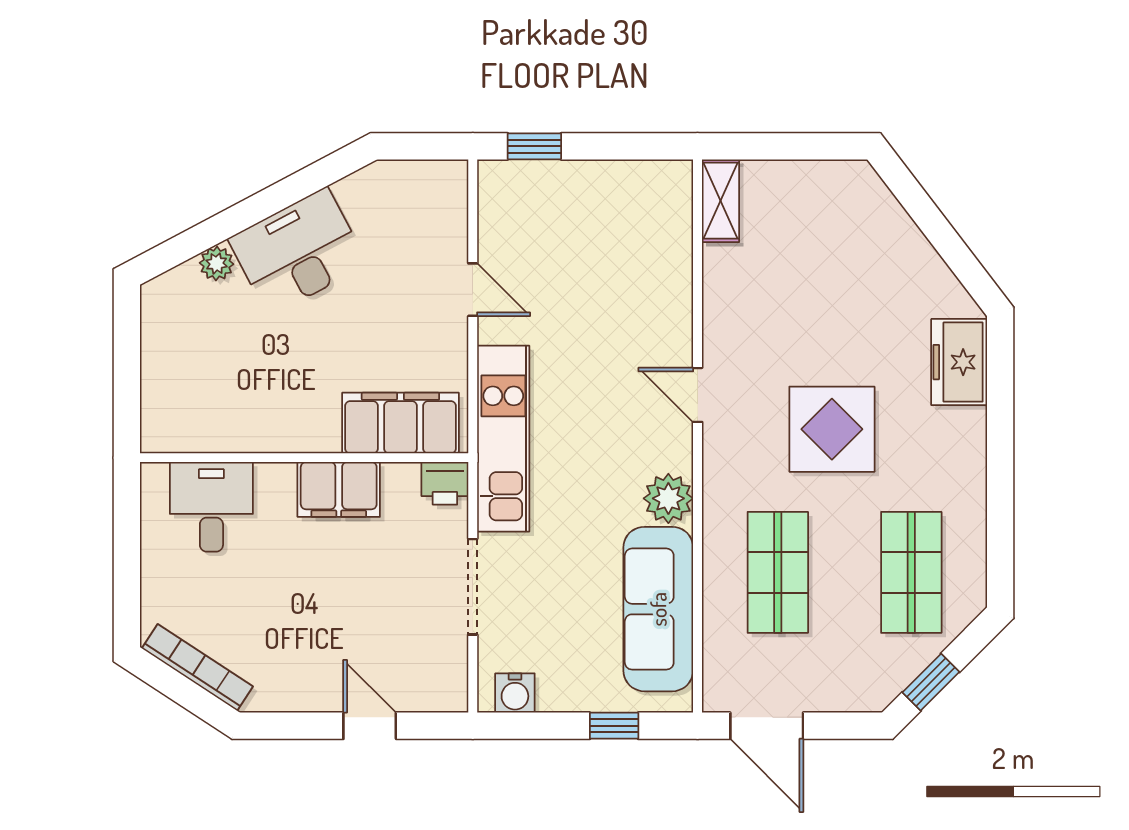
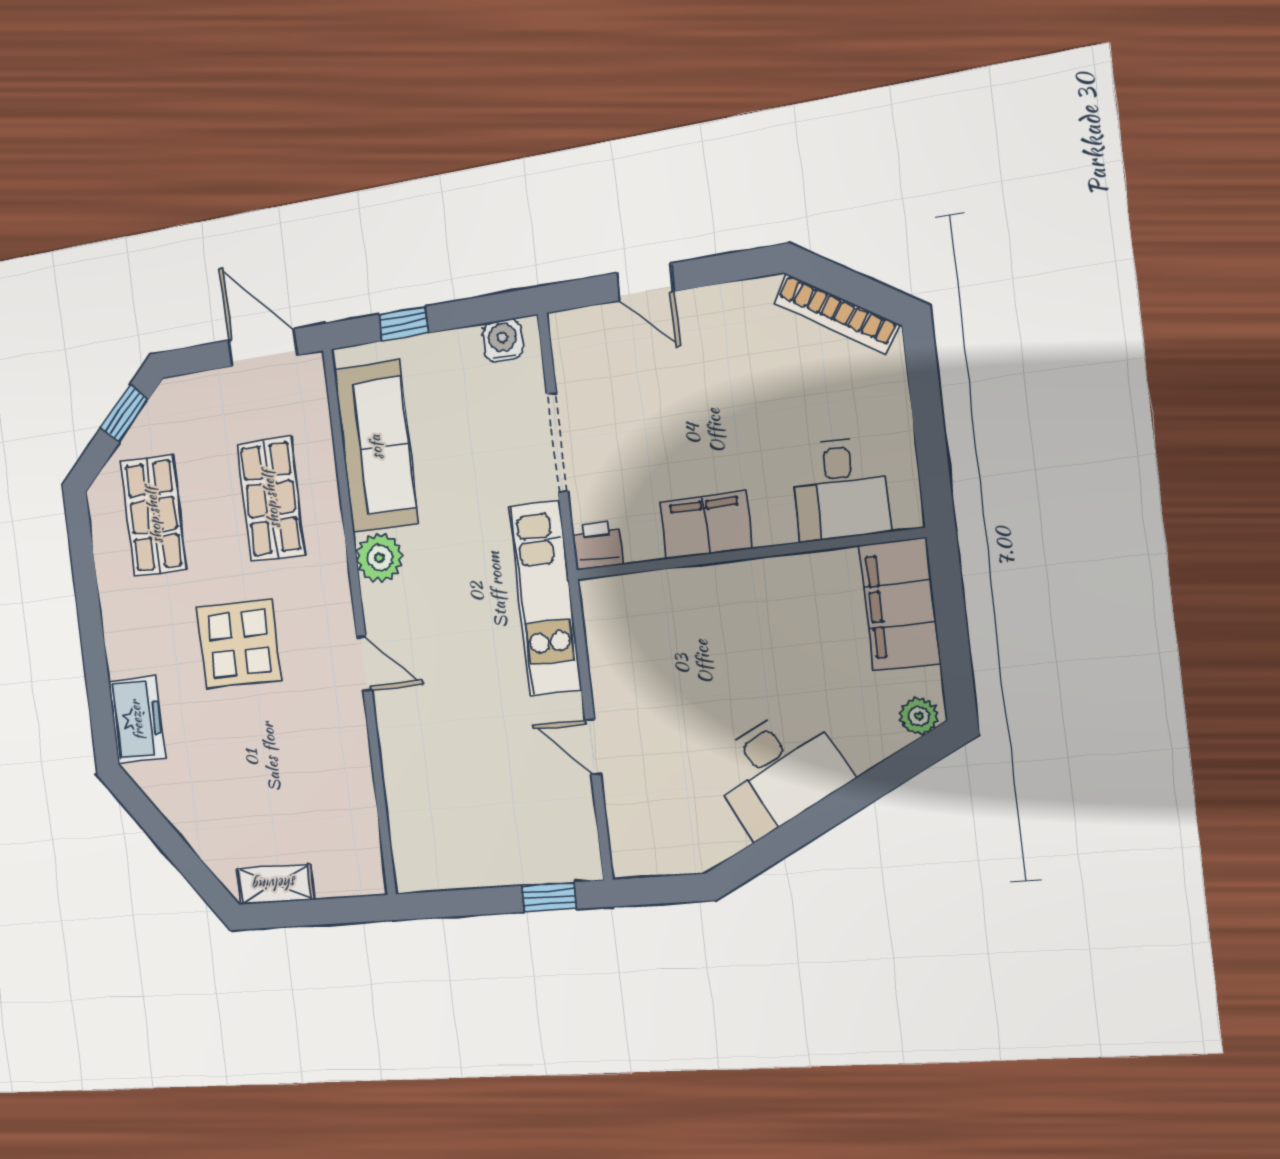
shelving: (720, 201) -> (275, 884), moved, turned 90
plant: (217, 264) -> (919, 716), moved
filing cabinet: (400, 423) -> (900, 604), moved, turned 90

